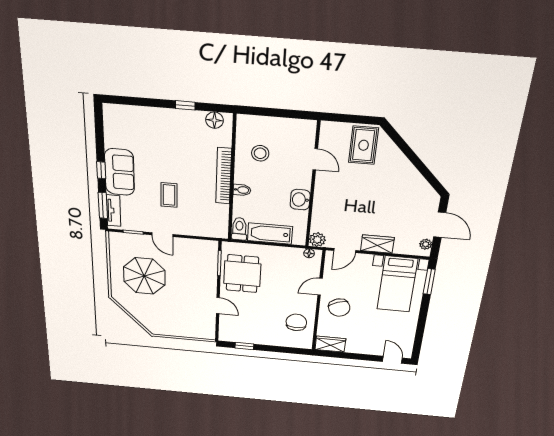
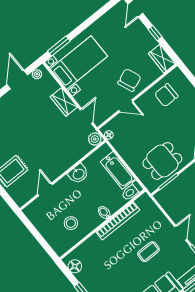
bookcase: (224, 176) -> (118, 221), moved
door: (345, 251) -> (87, 116), hinge flipped
window: (357, 356) -> (155, 33), added

